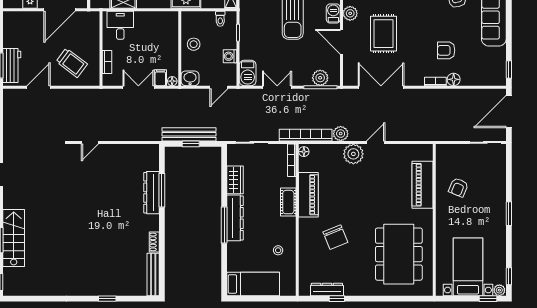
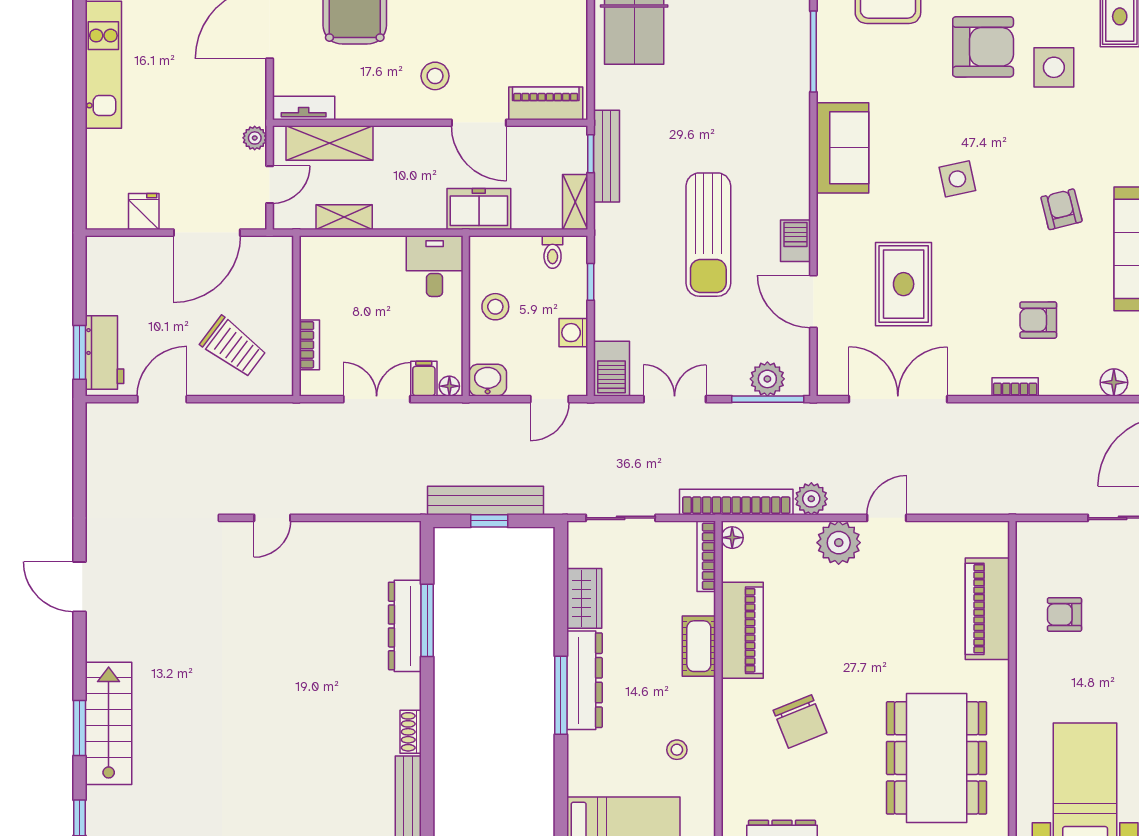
plant: (350, 13) -> (832, 240), removed
desk: (120, 25) -> (435, 266), moved
floor lamp: (454, 79) -> (1114, 382), moved
armchair: (458, 187) -> (1064, 615), turned 67

